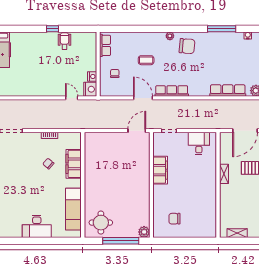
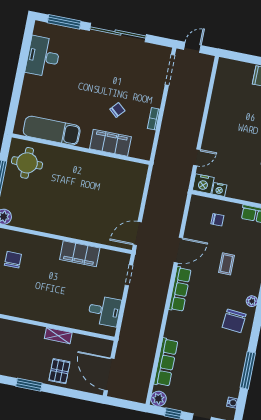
door: (137, 131) -> (137, 233), swing flipped
desk: (37, 226) -> (43, 57), moved

